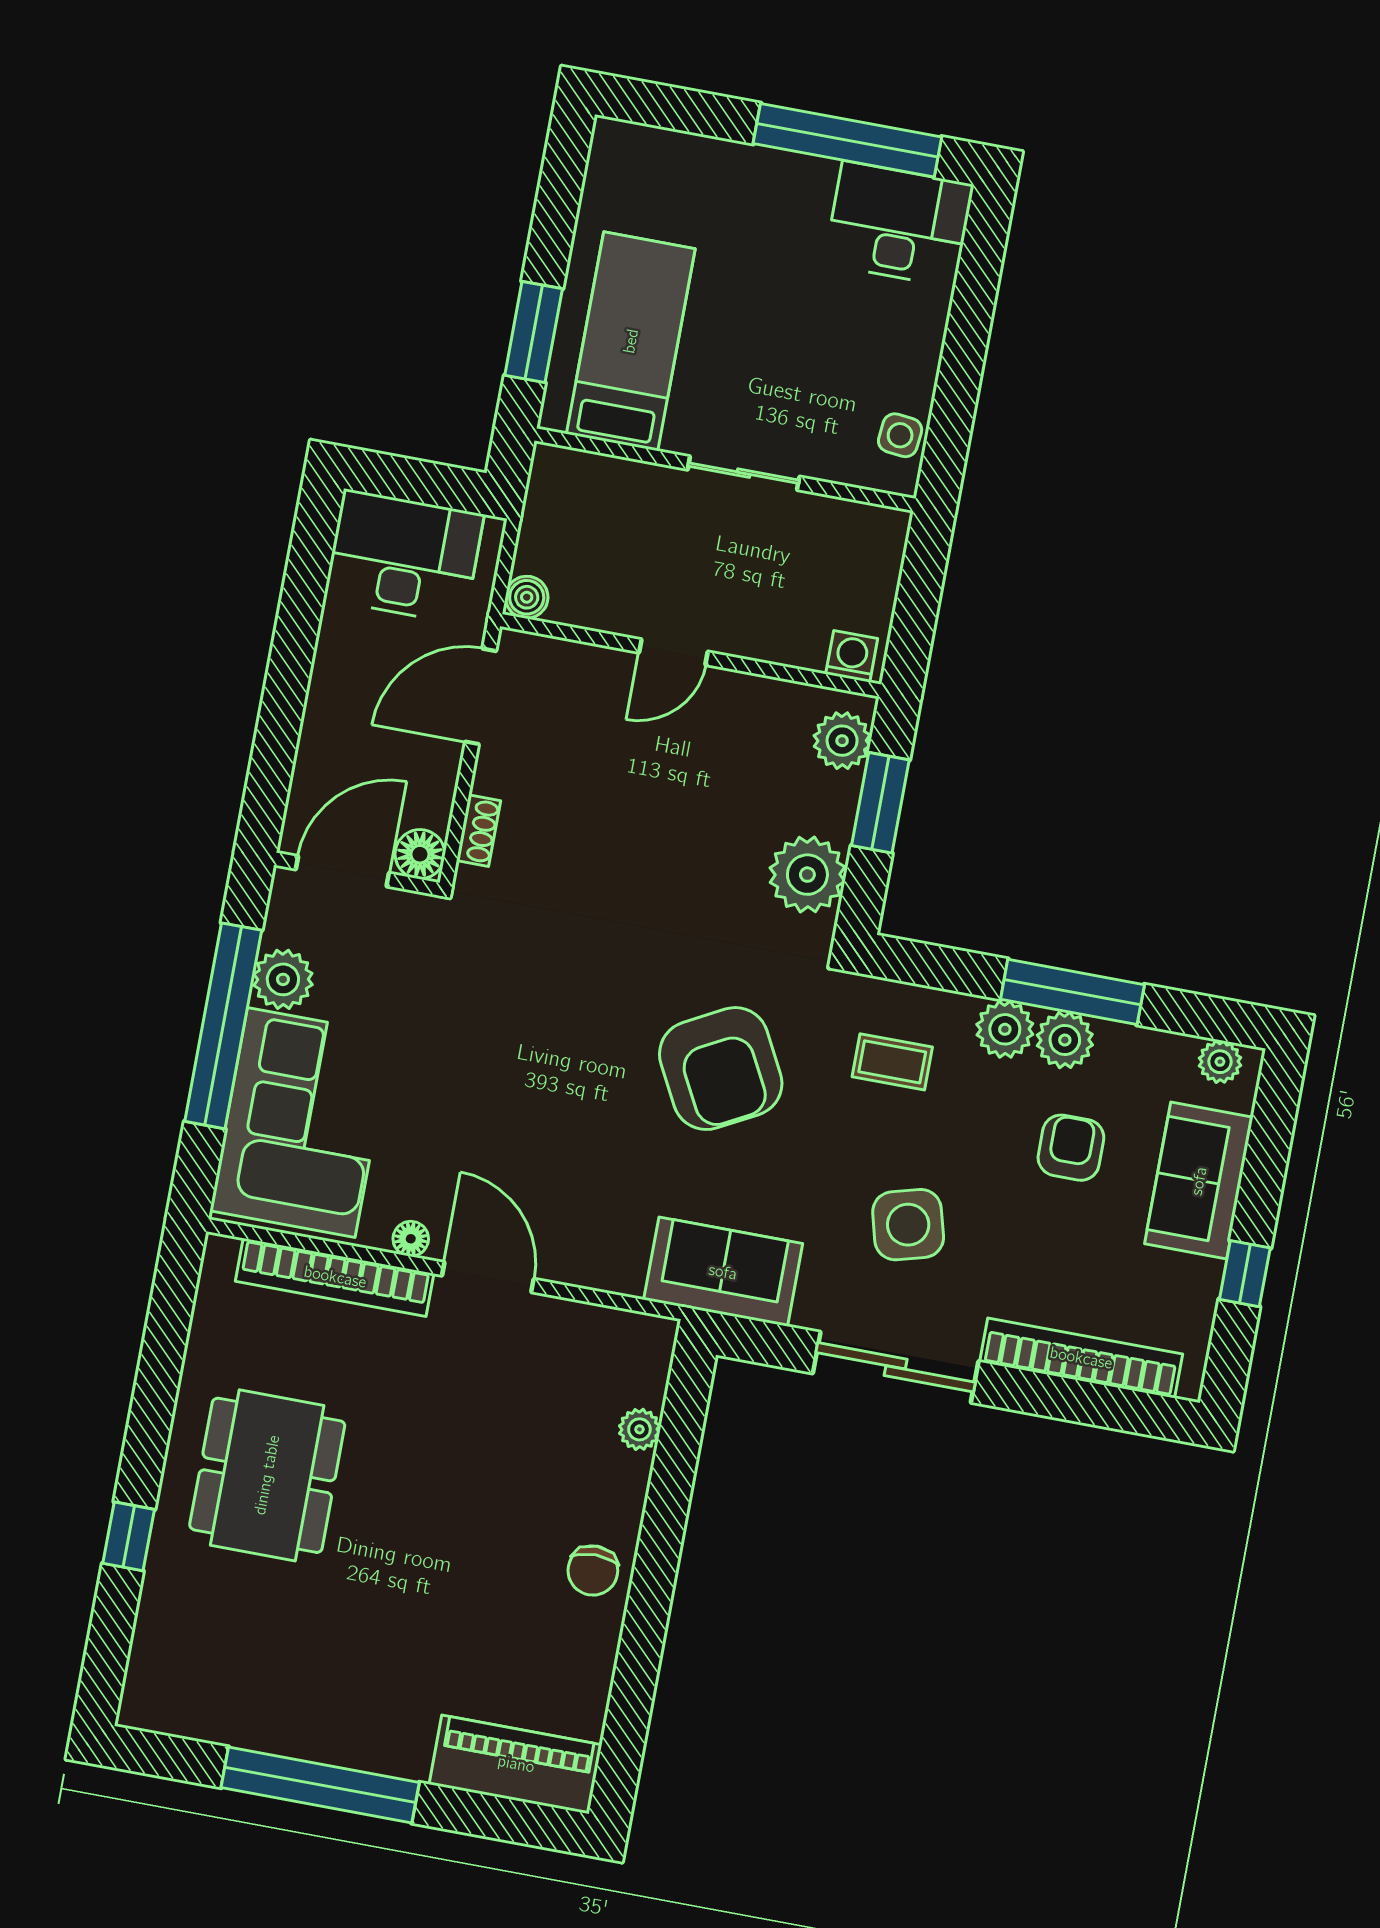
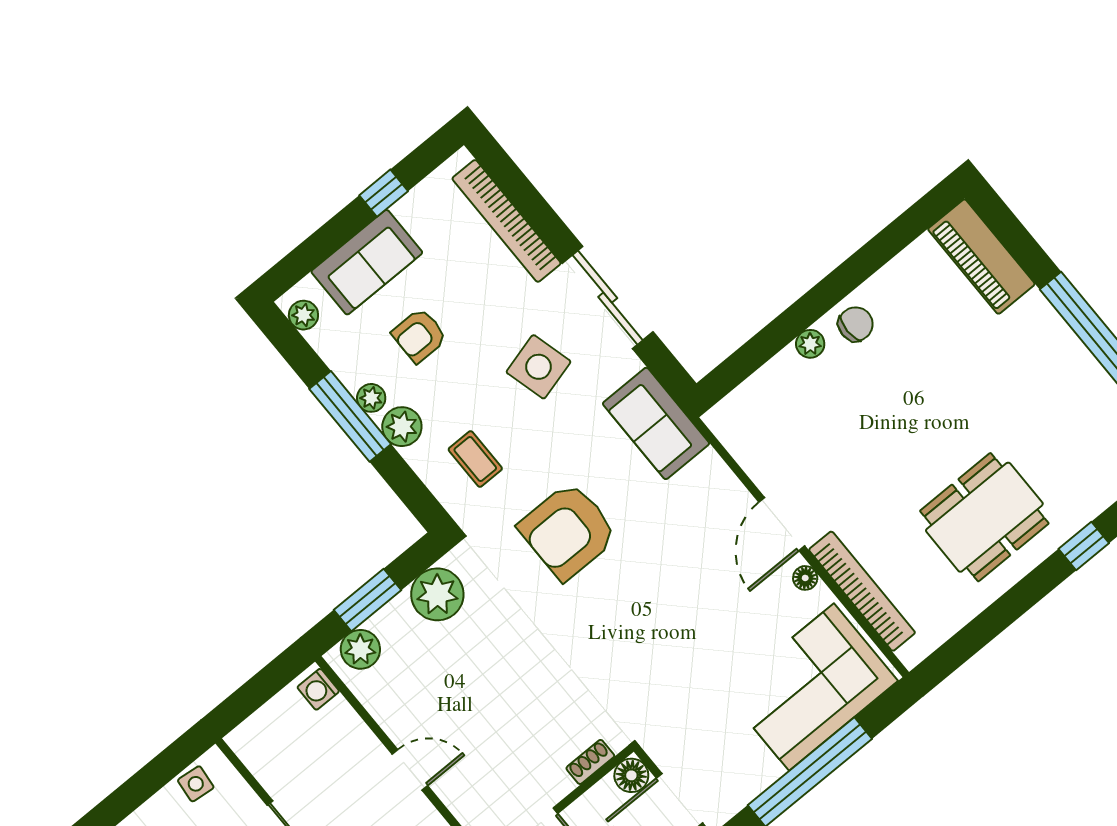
plant: (283, 979) -> (758, 770), removed
plant: (1065, 1040) -> (371, 398), width x0.73, depth x0.73
armchair: (721, 1069) -> (568, 531), turned -152
plant: (639, 1429) -> (810, 344), moved

